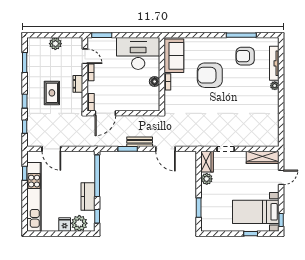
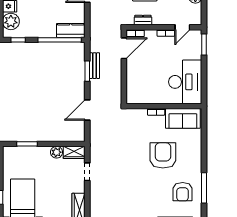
armchair: (245, 56) -> (183, 192), turned 180
floor lamp: (155, 82) -> (156, 99), removed
dresser: (78, 84) -> (143, 20), moved
door: (105, 113) -> (124, 48), swing flipped
bench: (140, 142) -> (95, 66), moved
kitchen counter: (88, 197) -> (71, 30), moved

